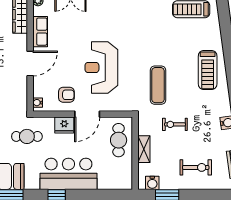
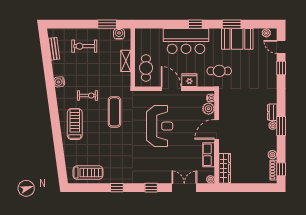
plant: (40, 89) -> (208, 109), added
armchair: (66, 95) -> (188, 104), removed
door: (87, 114) -> (171, 89), hinge flipped
exercise bike: (175, 124) -> (88, 96), moved

